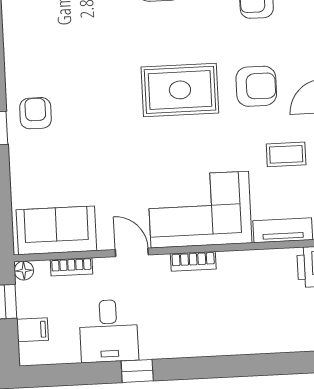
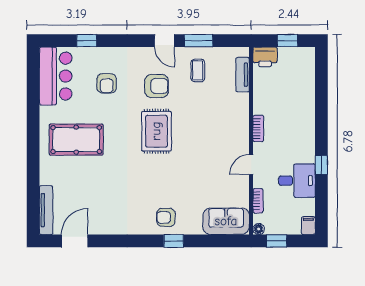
armchair: (256, 86) -> (157, 86), turned 90
corner sofa: (200, 210) -> (228, 123), removed
sofa: (56, 230) -> (226, 221), moved, turned 90
filing cabinet: (33, 330) -> (308, 226), moved

